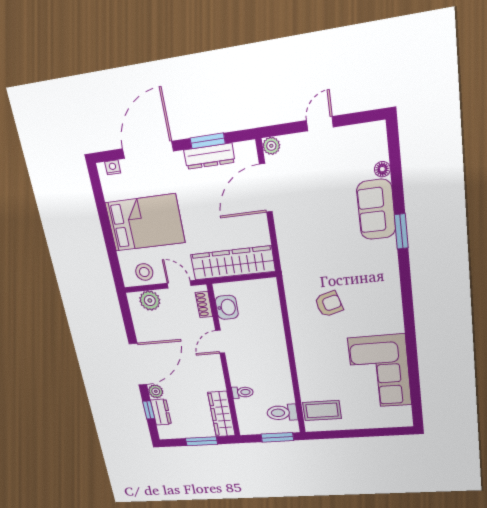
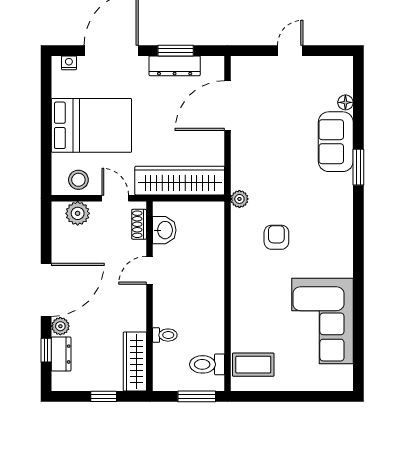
plant: (271, 146) -> (239, 199), moved
armchair: (329, 304) -> (276, 237), turned -74
window: (201, 441) -> (104, 396), width x0.67

